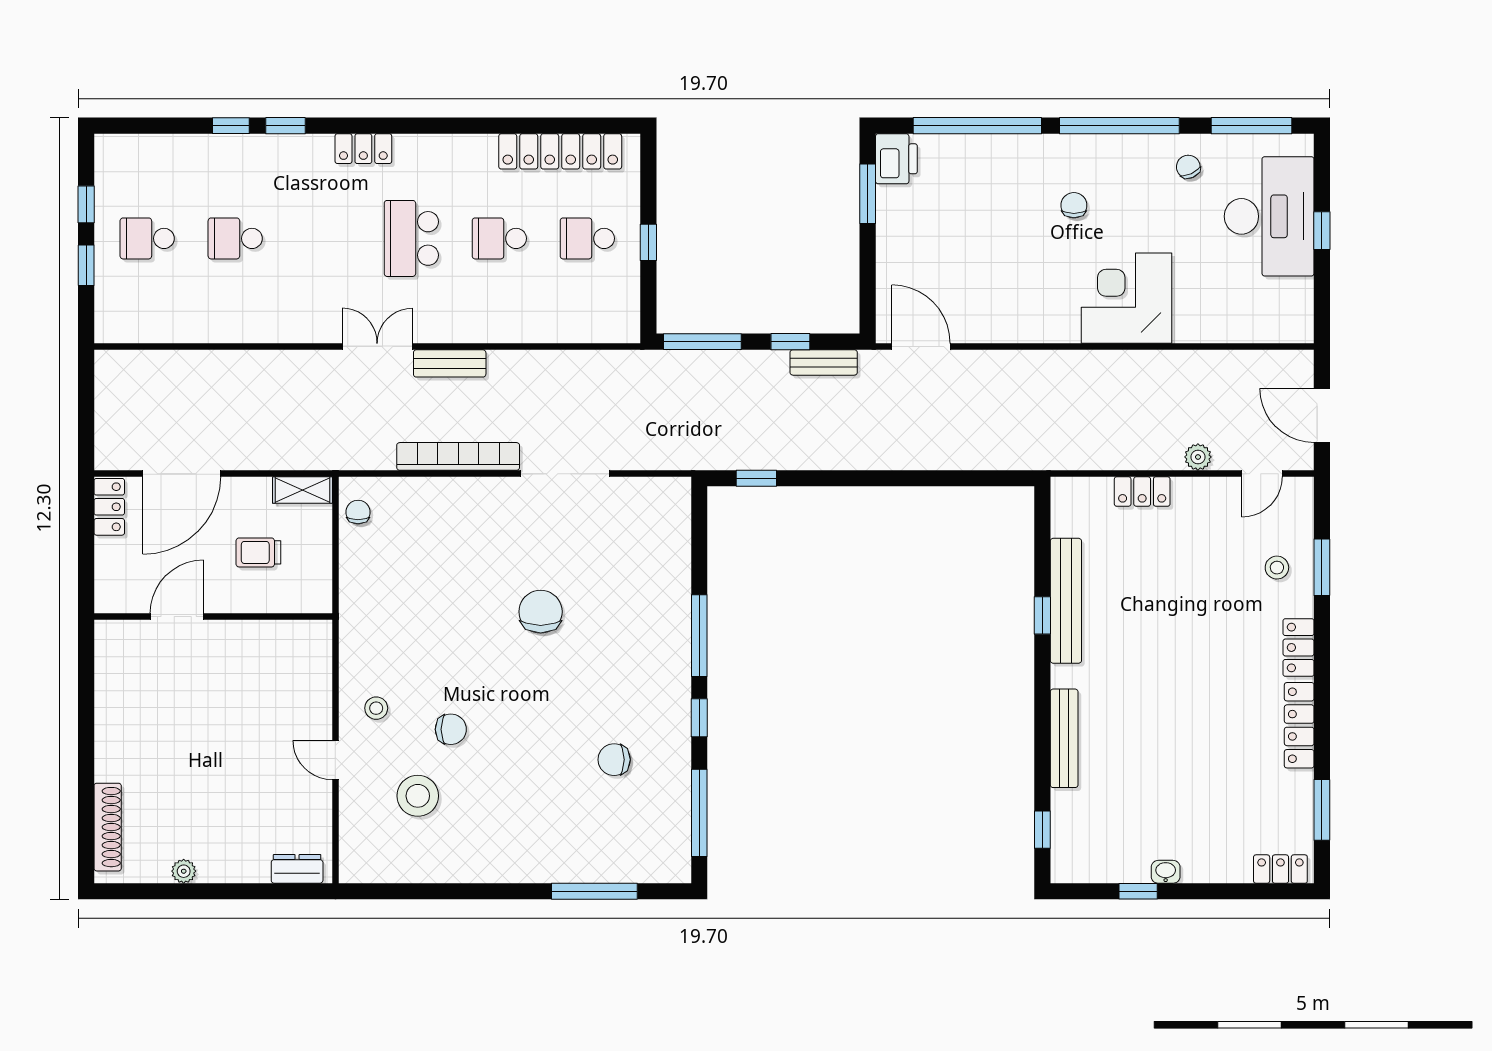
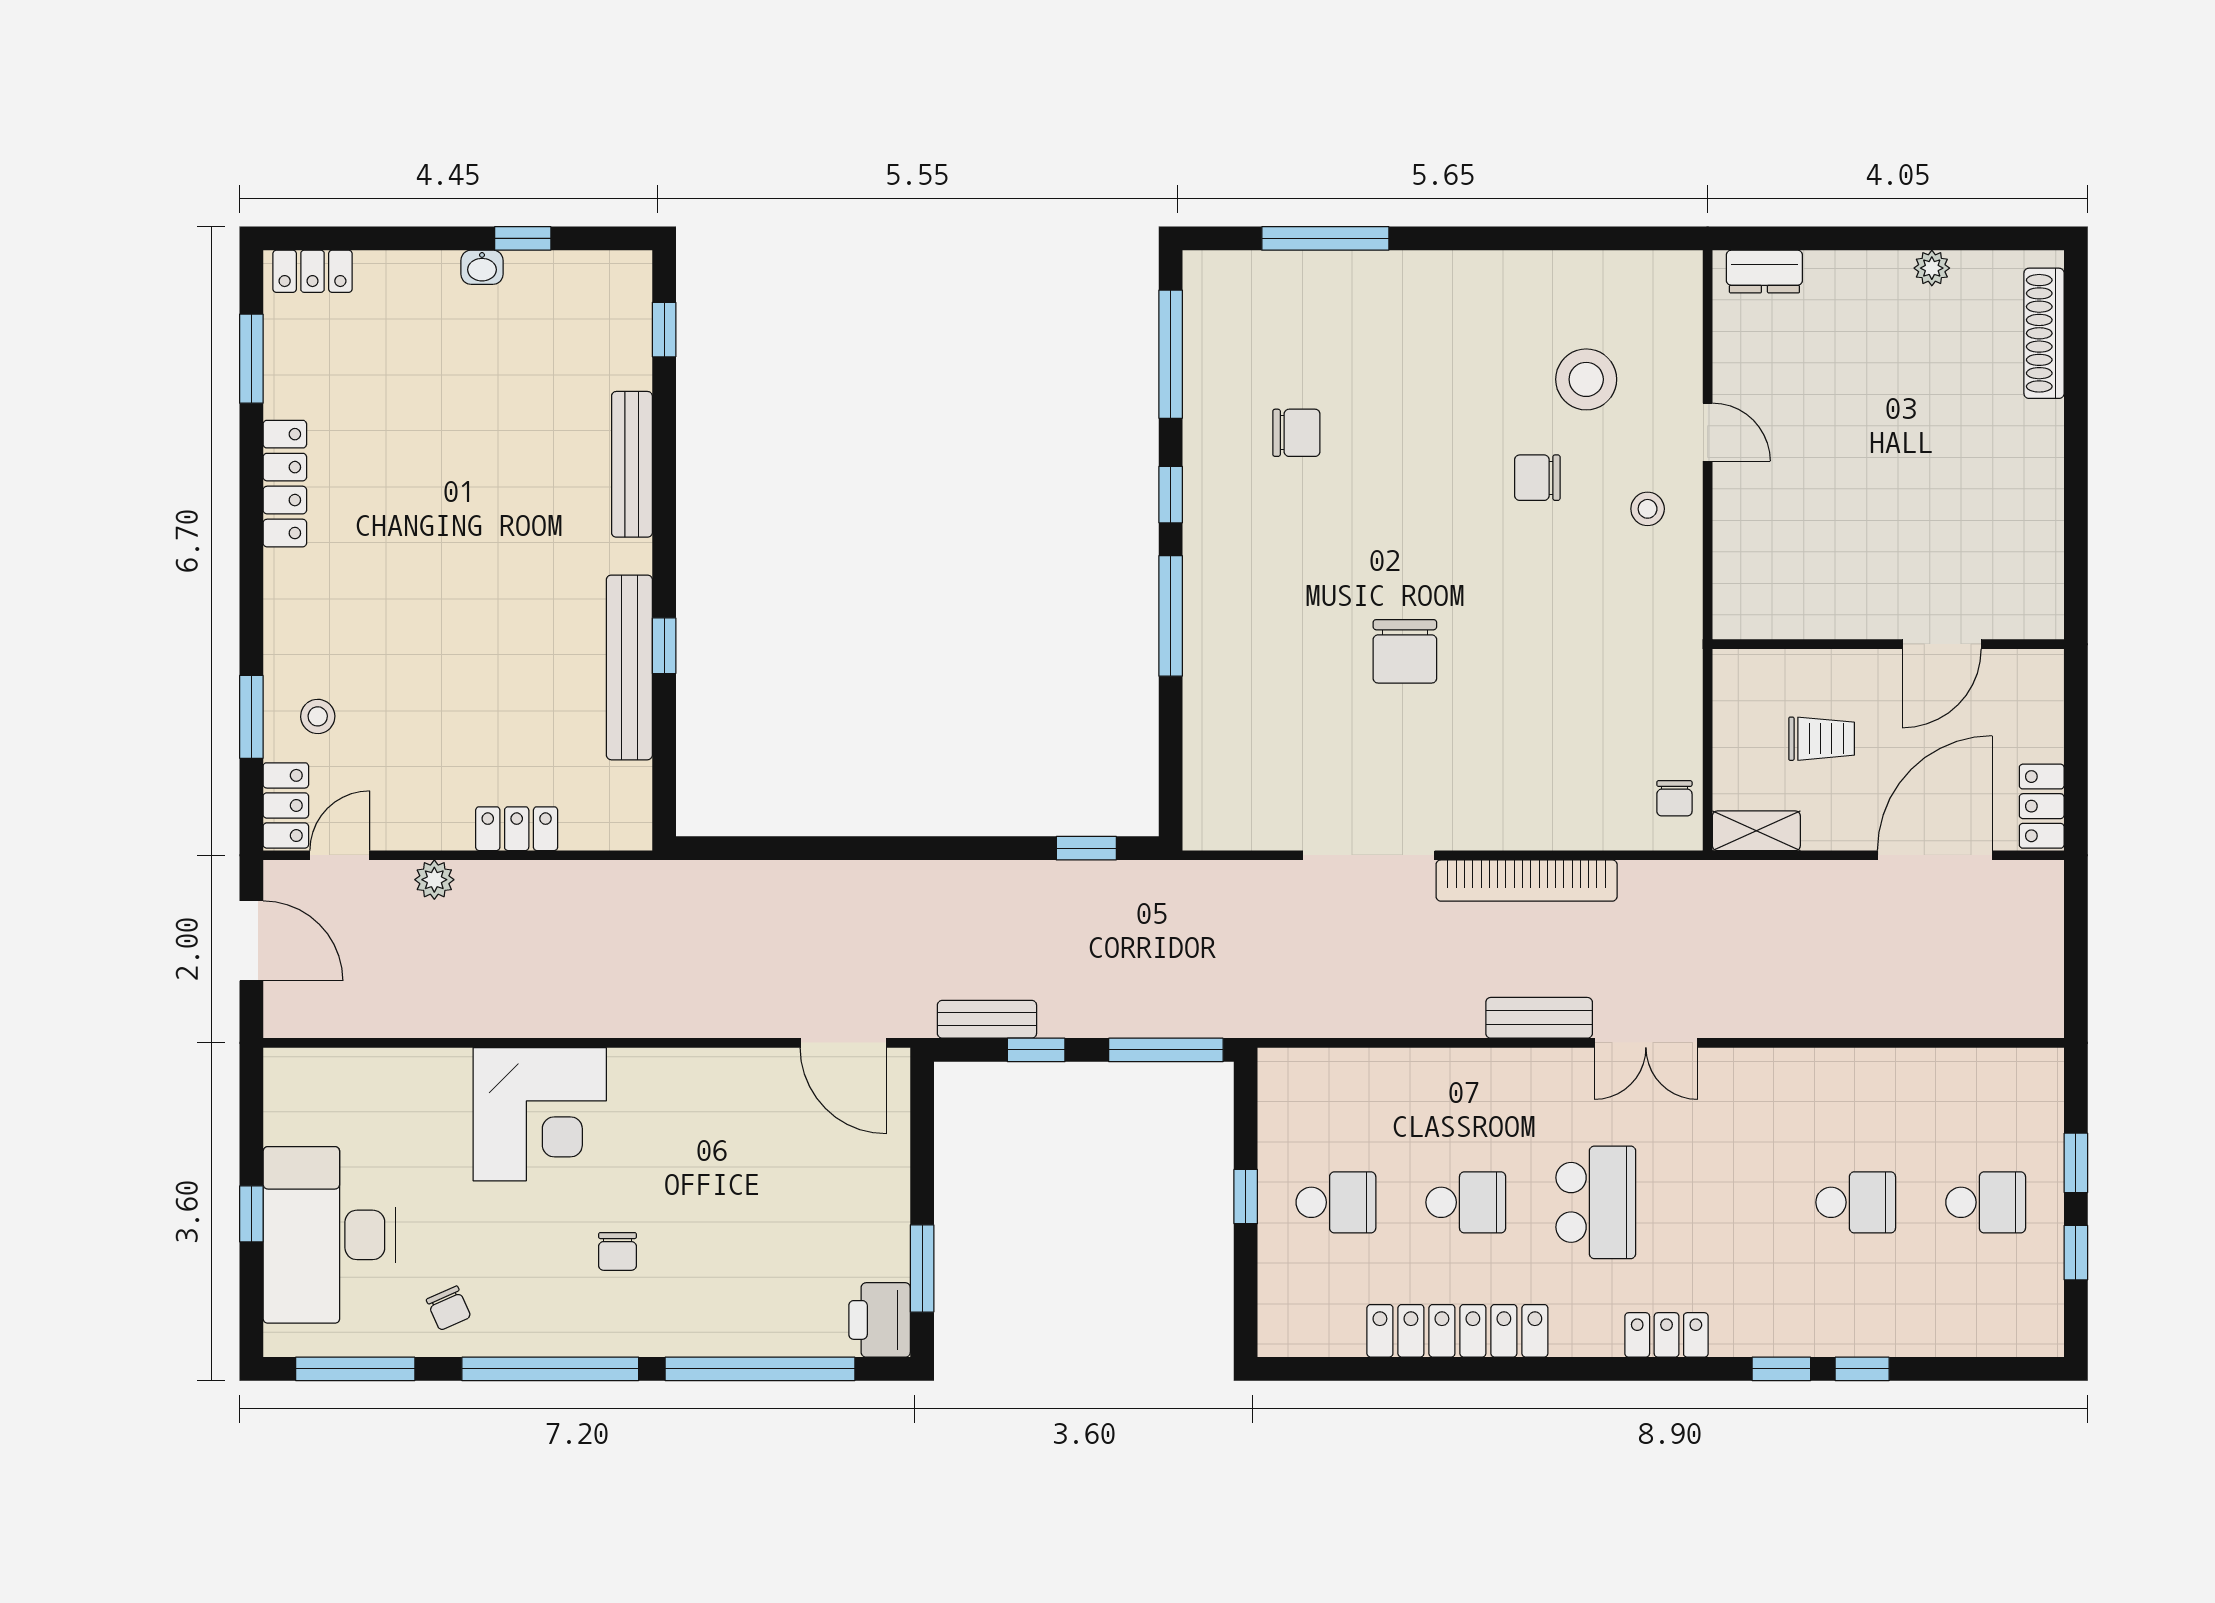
locker: (560, 151) -> (1457, 1331), moved
locker: (1299, 647) -> (286, 805), moved

